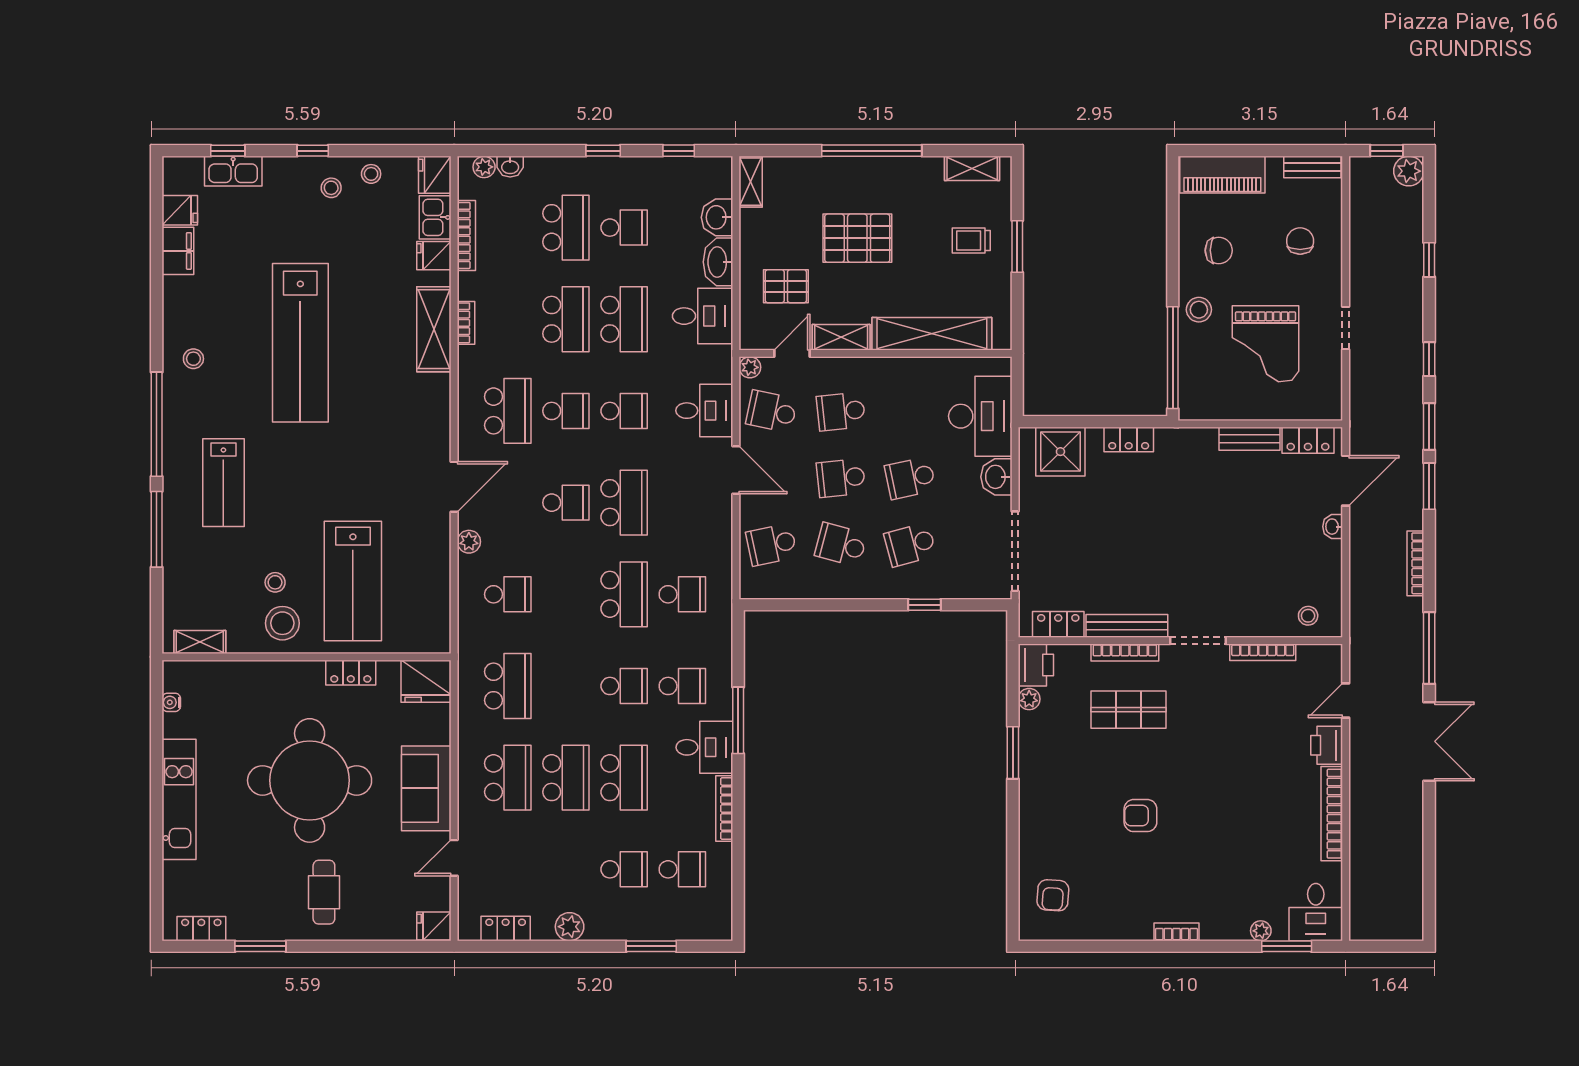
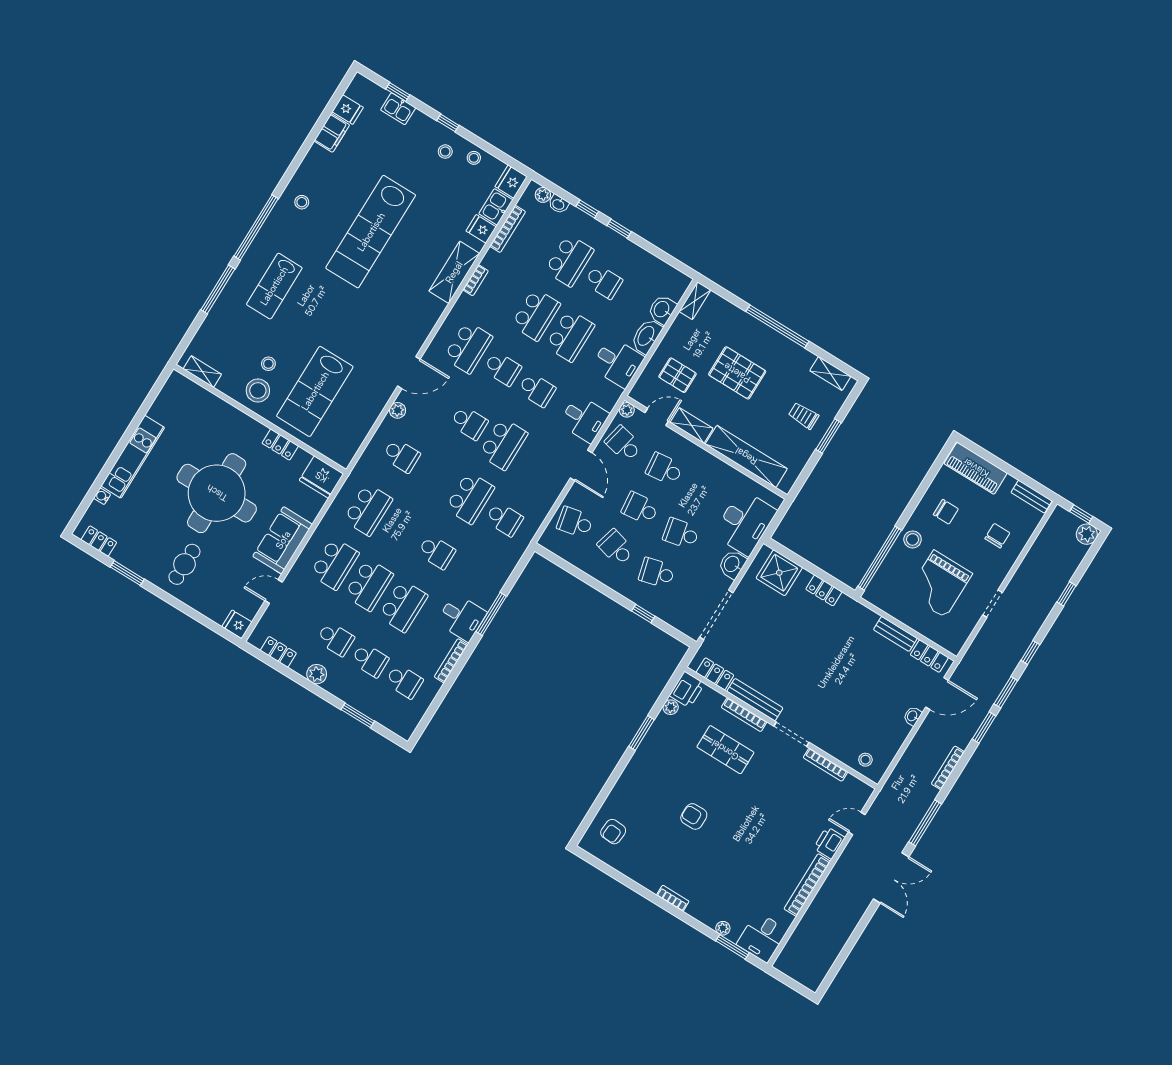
window: (679, 151) -> (587, 209), moved
kitchen sink: (233, 171) -> (398, 109), width x0.73
school desk: (682, 686) -> (335, 639), moved
water cooler: (171, 702) -> (102, 496), moved

